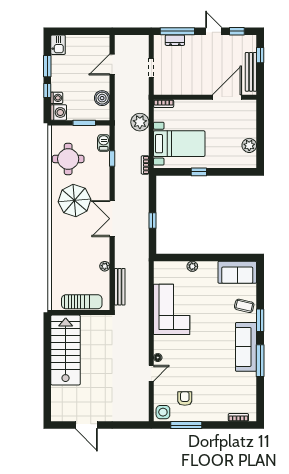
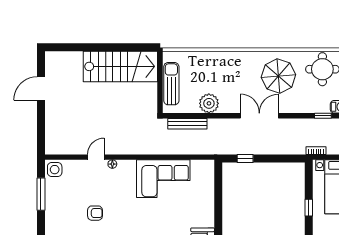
window: (152, 221) -> (245, 158), moved
plant: (105, 266) -> (209, 103), width x1.87, depth x1.87
plant: (192, 266) -> (209, 201), removed
sun lounger: (82, 302) -> (171, 84), turned 180
door: (151, 373) -> (96, 157), swing flipped
armchair: (185, 399) -> (95, 213), moved

